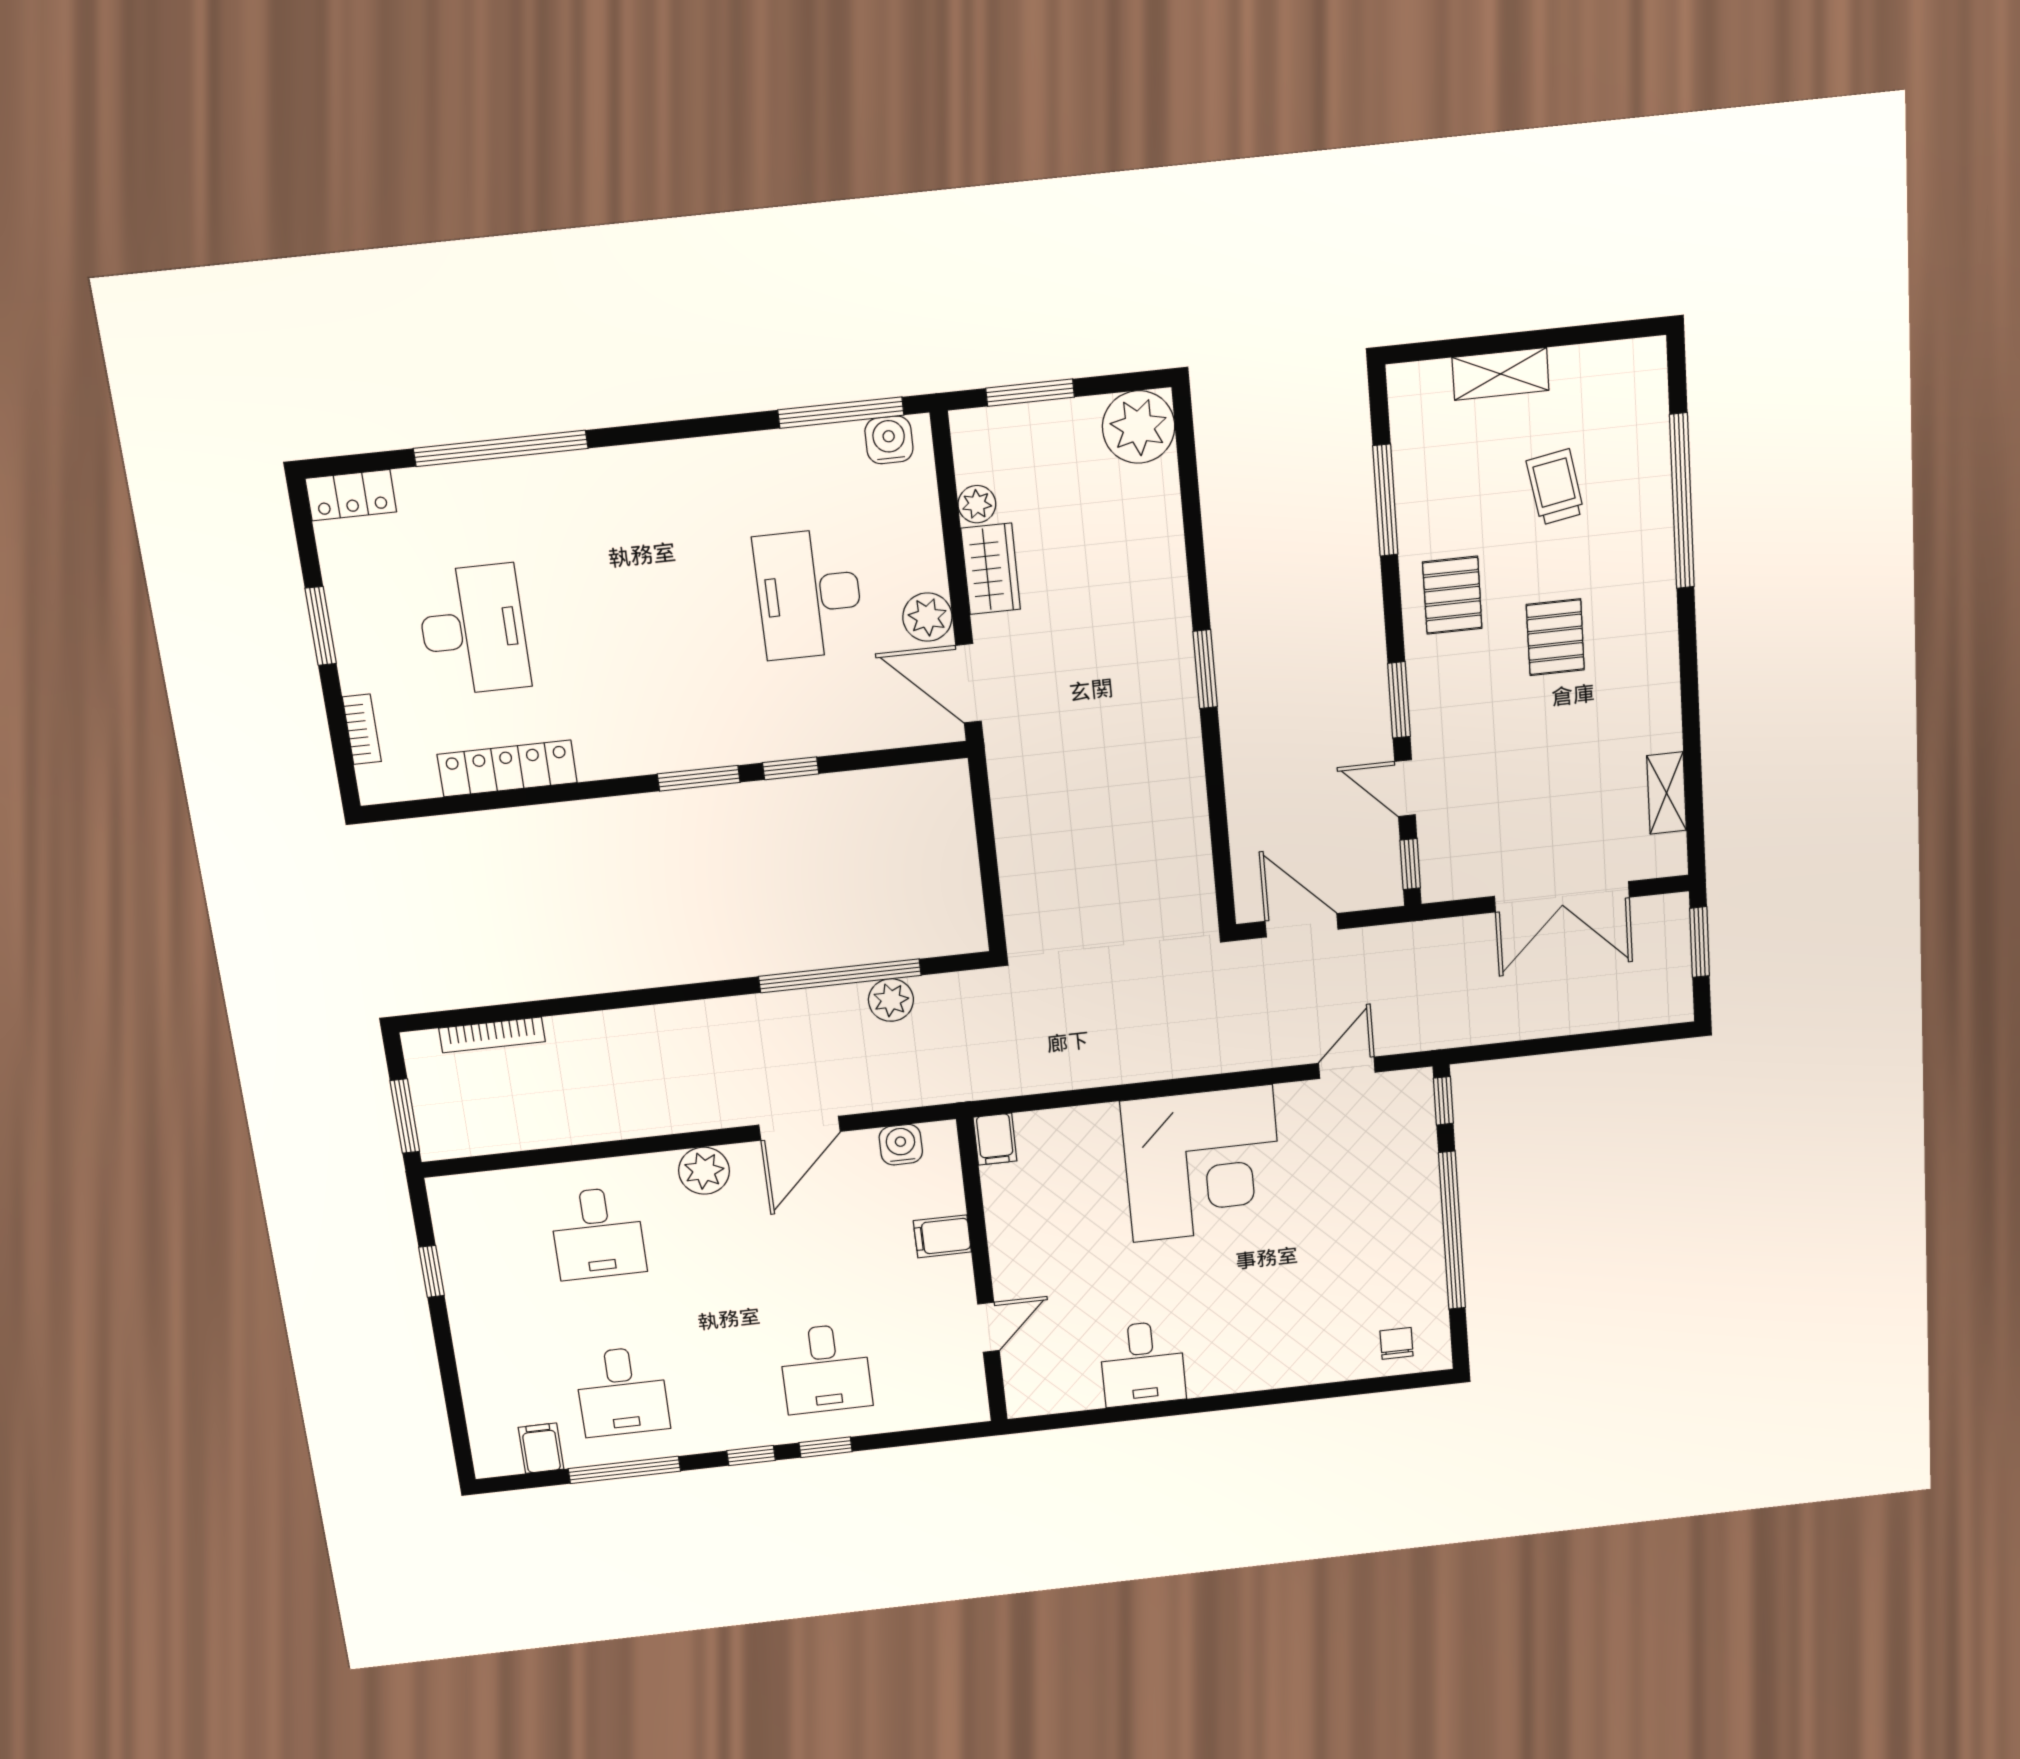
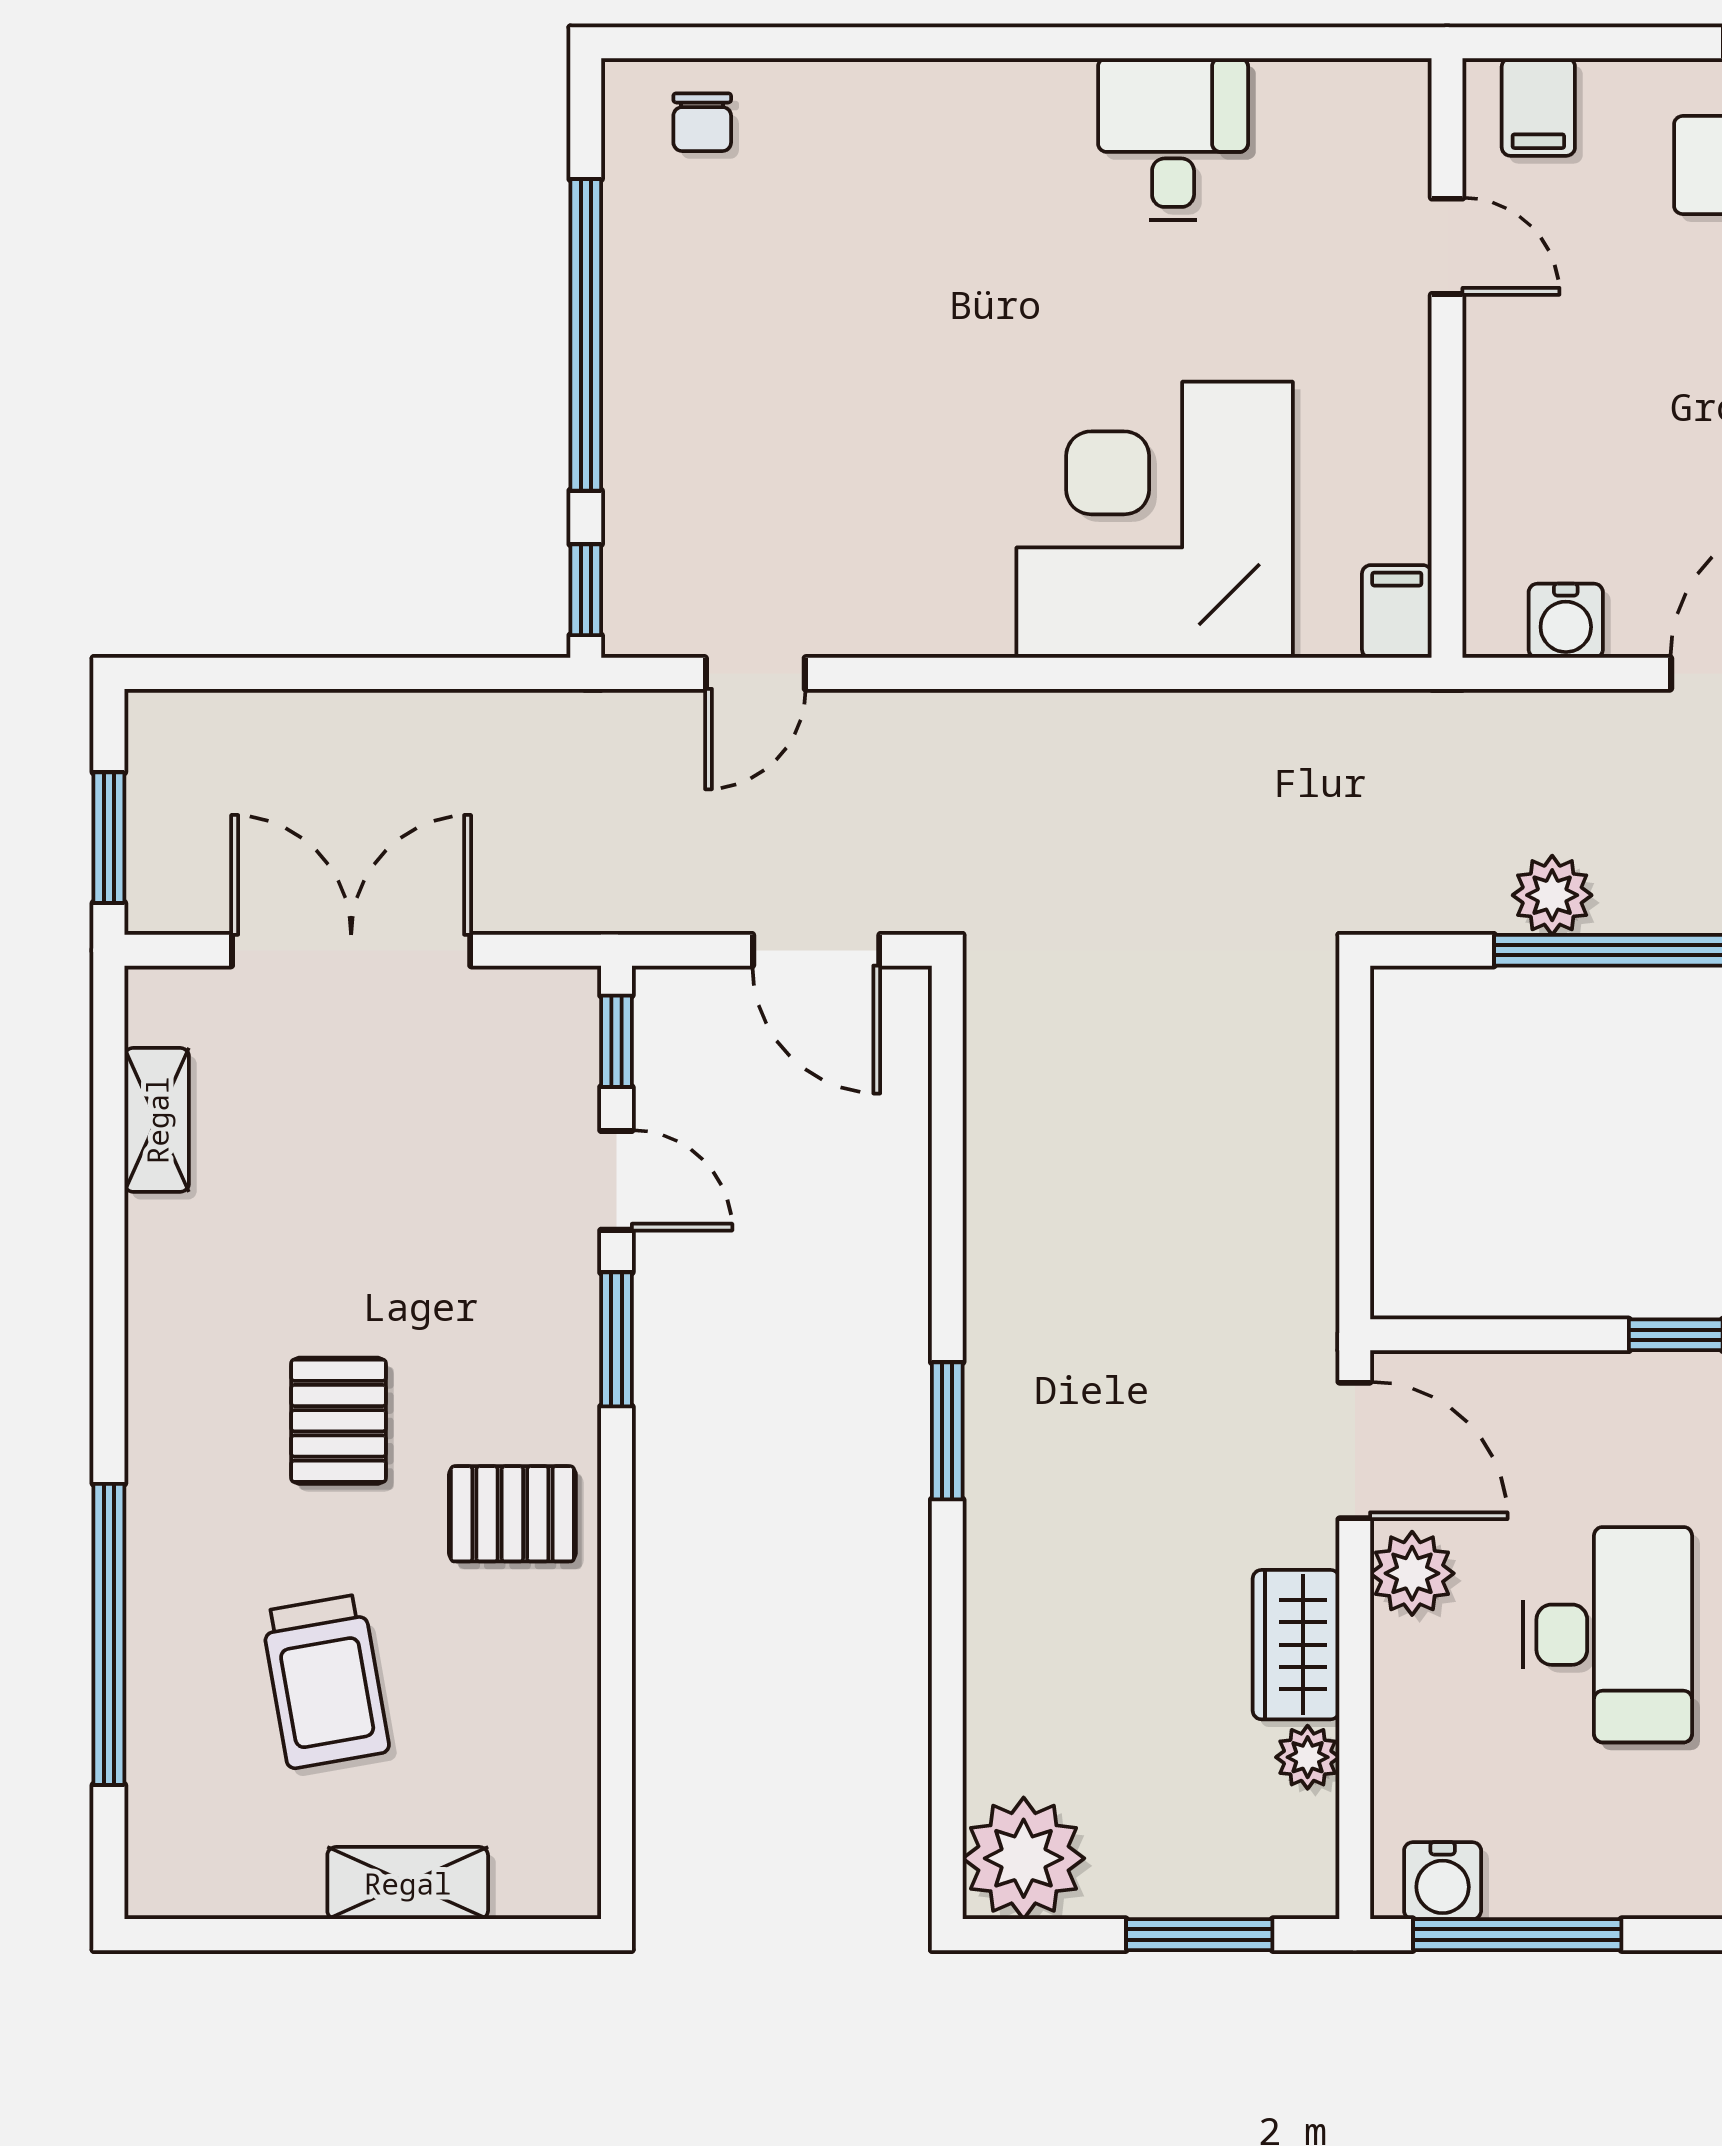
trolley: (1555, 487) -> (325, 1682), width x1.36, depth x1.39
window: (1385, 500) -> (616, 1690), removed
pallet: (1452, 595) -> (512, 1514), turned 90
corner desk: (1202, 1164) -> (1155, 520), moved
filing cabinet: (942, 1236) -> (1538, 107), moved, turned 90
door: (989, 1327) -> (1447, 246), swing flipped

